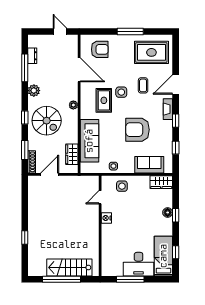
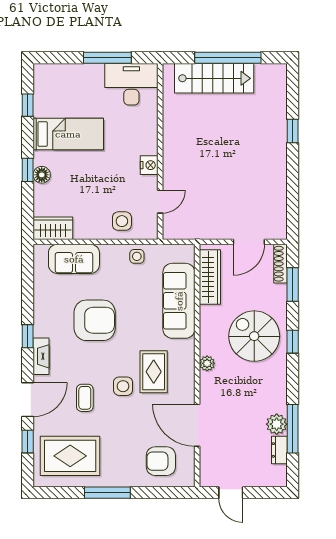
plant: (34, 91) -> (277, 424), moved
window: (176, 148) -> (28, 441), moved
wardrobe: (72, 154) -> (210, 277), width x1.50
bed: (163, 256) -> (68, 134), moved, turned -90
desk: (139, 264) -> (131, 84), moved

